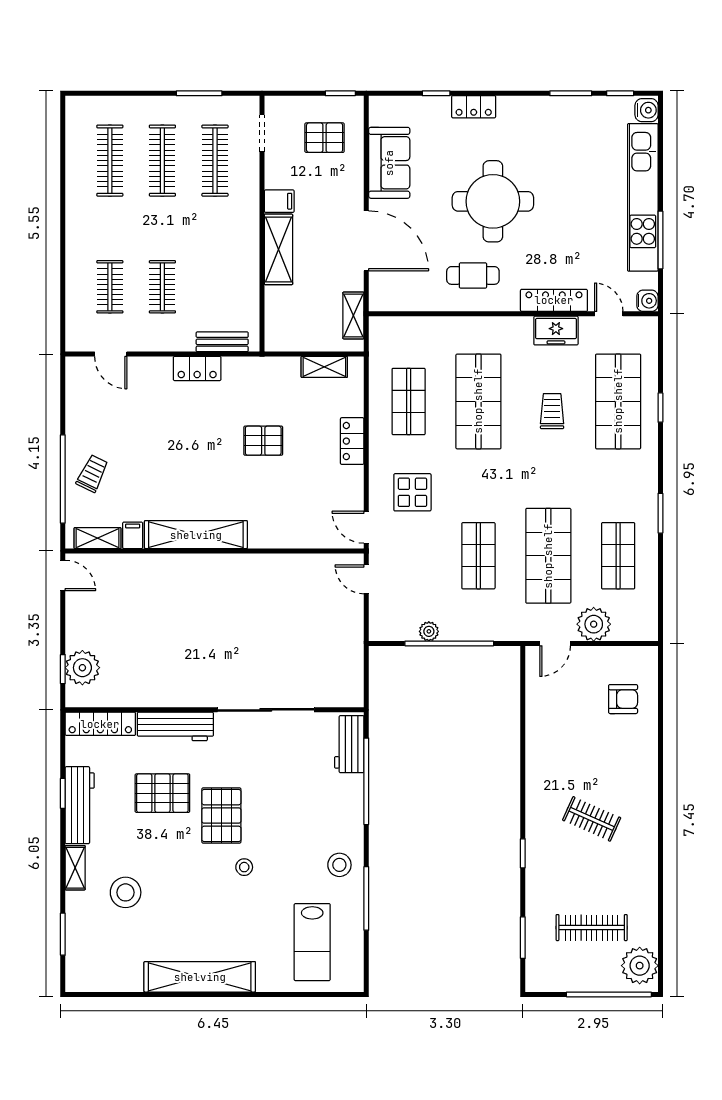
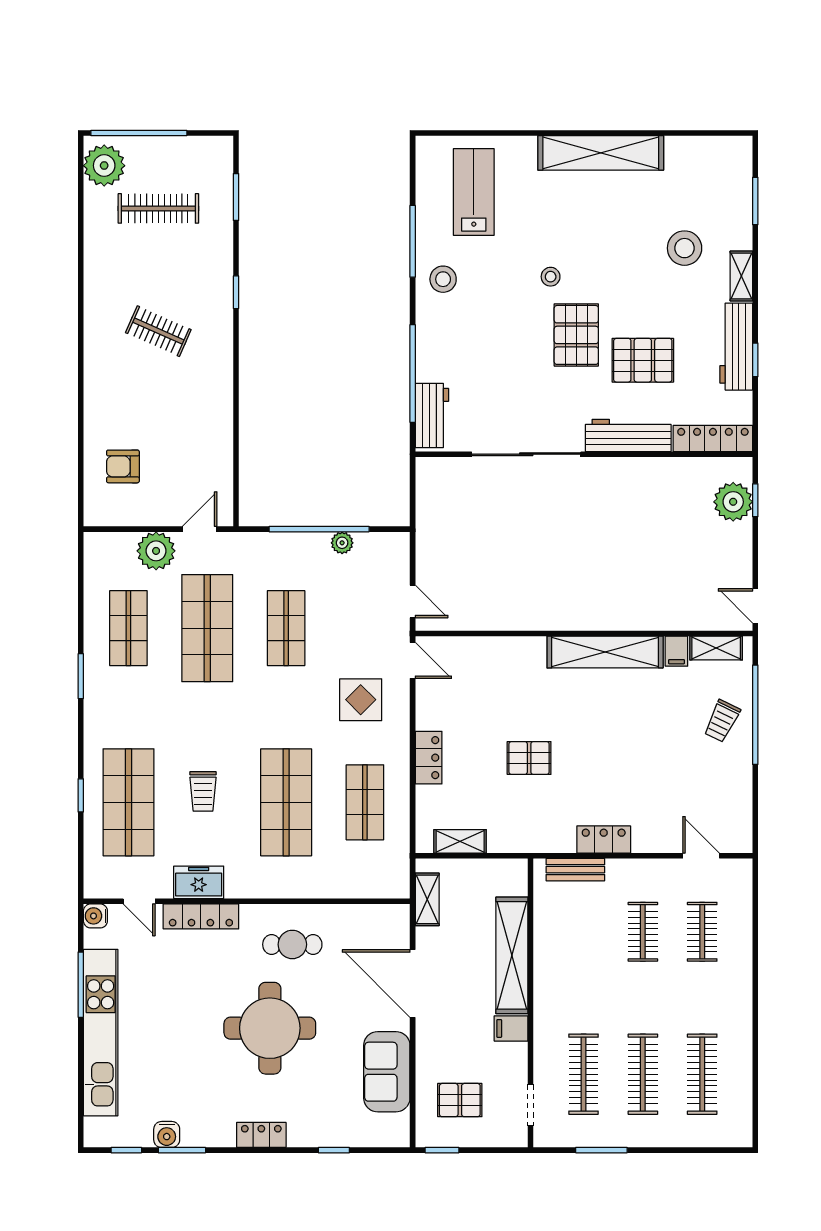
locker: (474, 107) -> (261, 1135), moved
water cooler: (647, 110) -> (167, 1134), moved, turned -90
shelving: (278, 249) -> (512, 955), width x1.47

